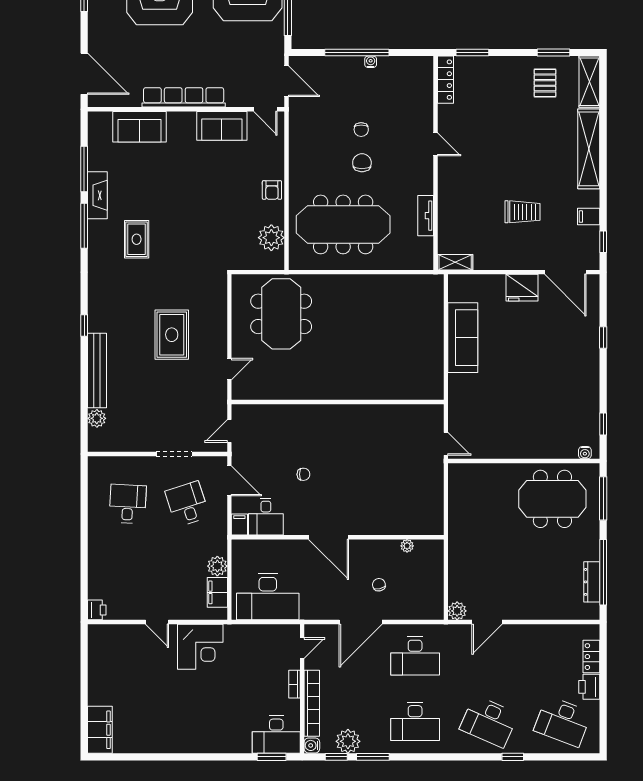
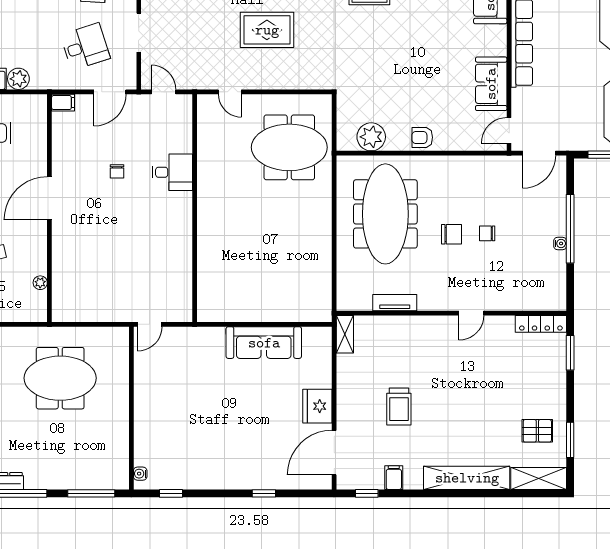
meeting table: (552, 499) -> (60, 378), moved, turned 90
desk: (266, 517) -> (172, 172), moved, turned 180

